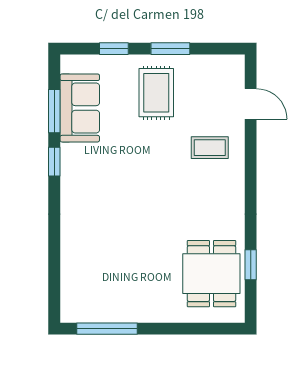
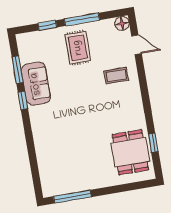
window: (170, 49) -> (82, 19), width x1.44
floor lamp: (233, 66) -> (122, 23), added
sofa: (80, 108) -> (36, 84), moved

